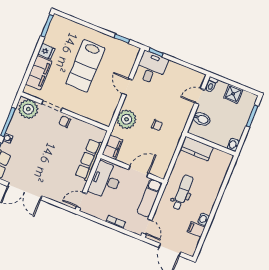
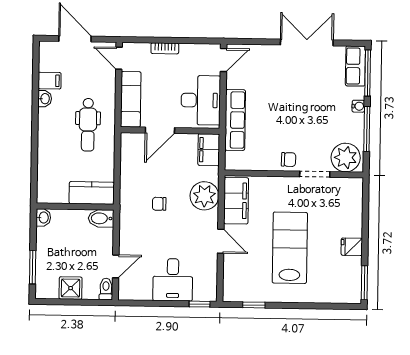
desk: (151, 68) -> (173, 280), moved
filing cabinet: (39, 73) -> (236, 201), moved, turned 180
bidet: (202, 119) -> (101, 218), moved

